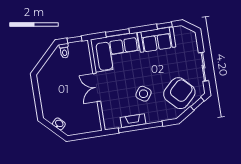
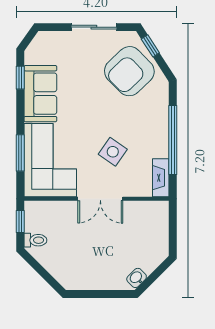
armchair: (179, 93) -> (129, 71), turned -90
side table: (143, 94) -> (113, 152), moved
fireplace: (133, 121) -> (161, 178), moved
washbasin: (59, 124) -> (137, 278), moved

